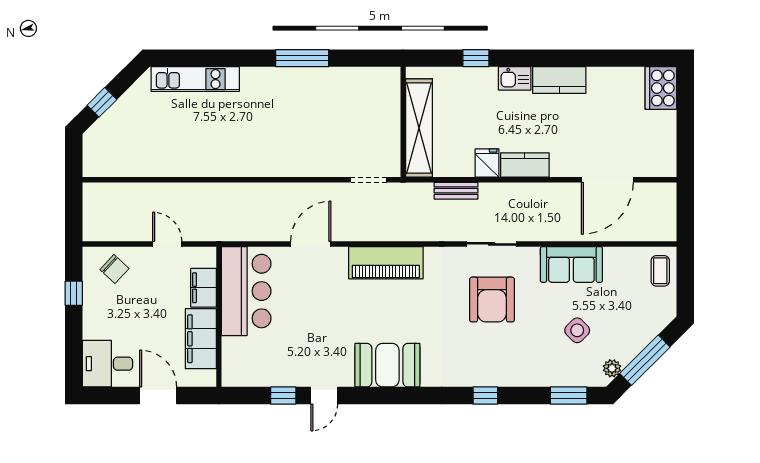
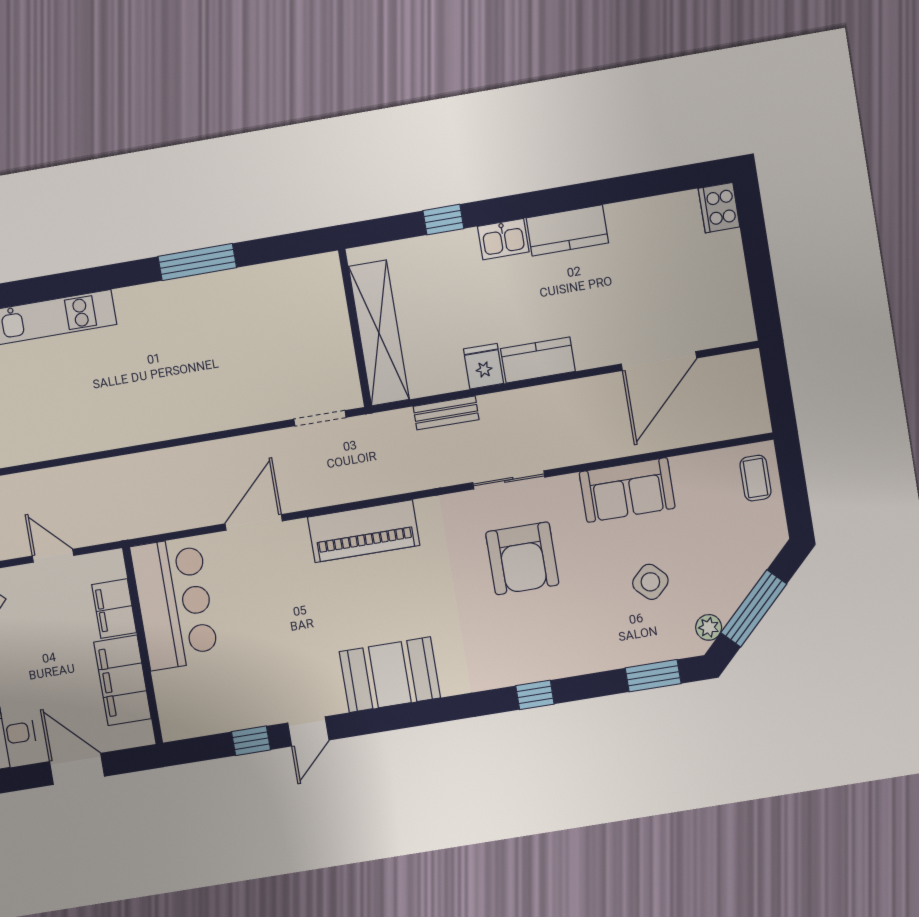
cooker: (661, 88) -> (719, 208), width x0.73, depth x0.76

